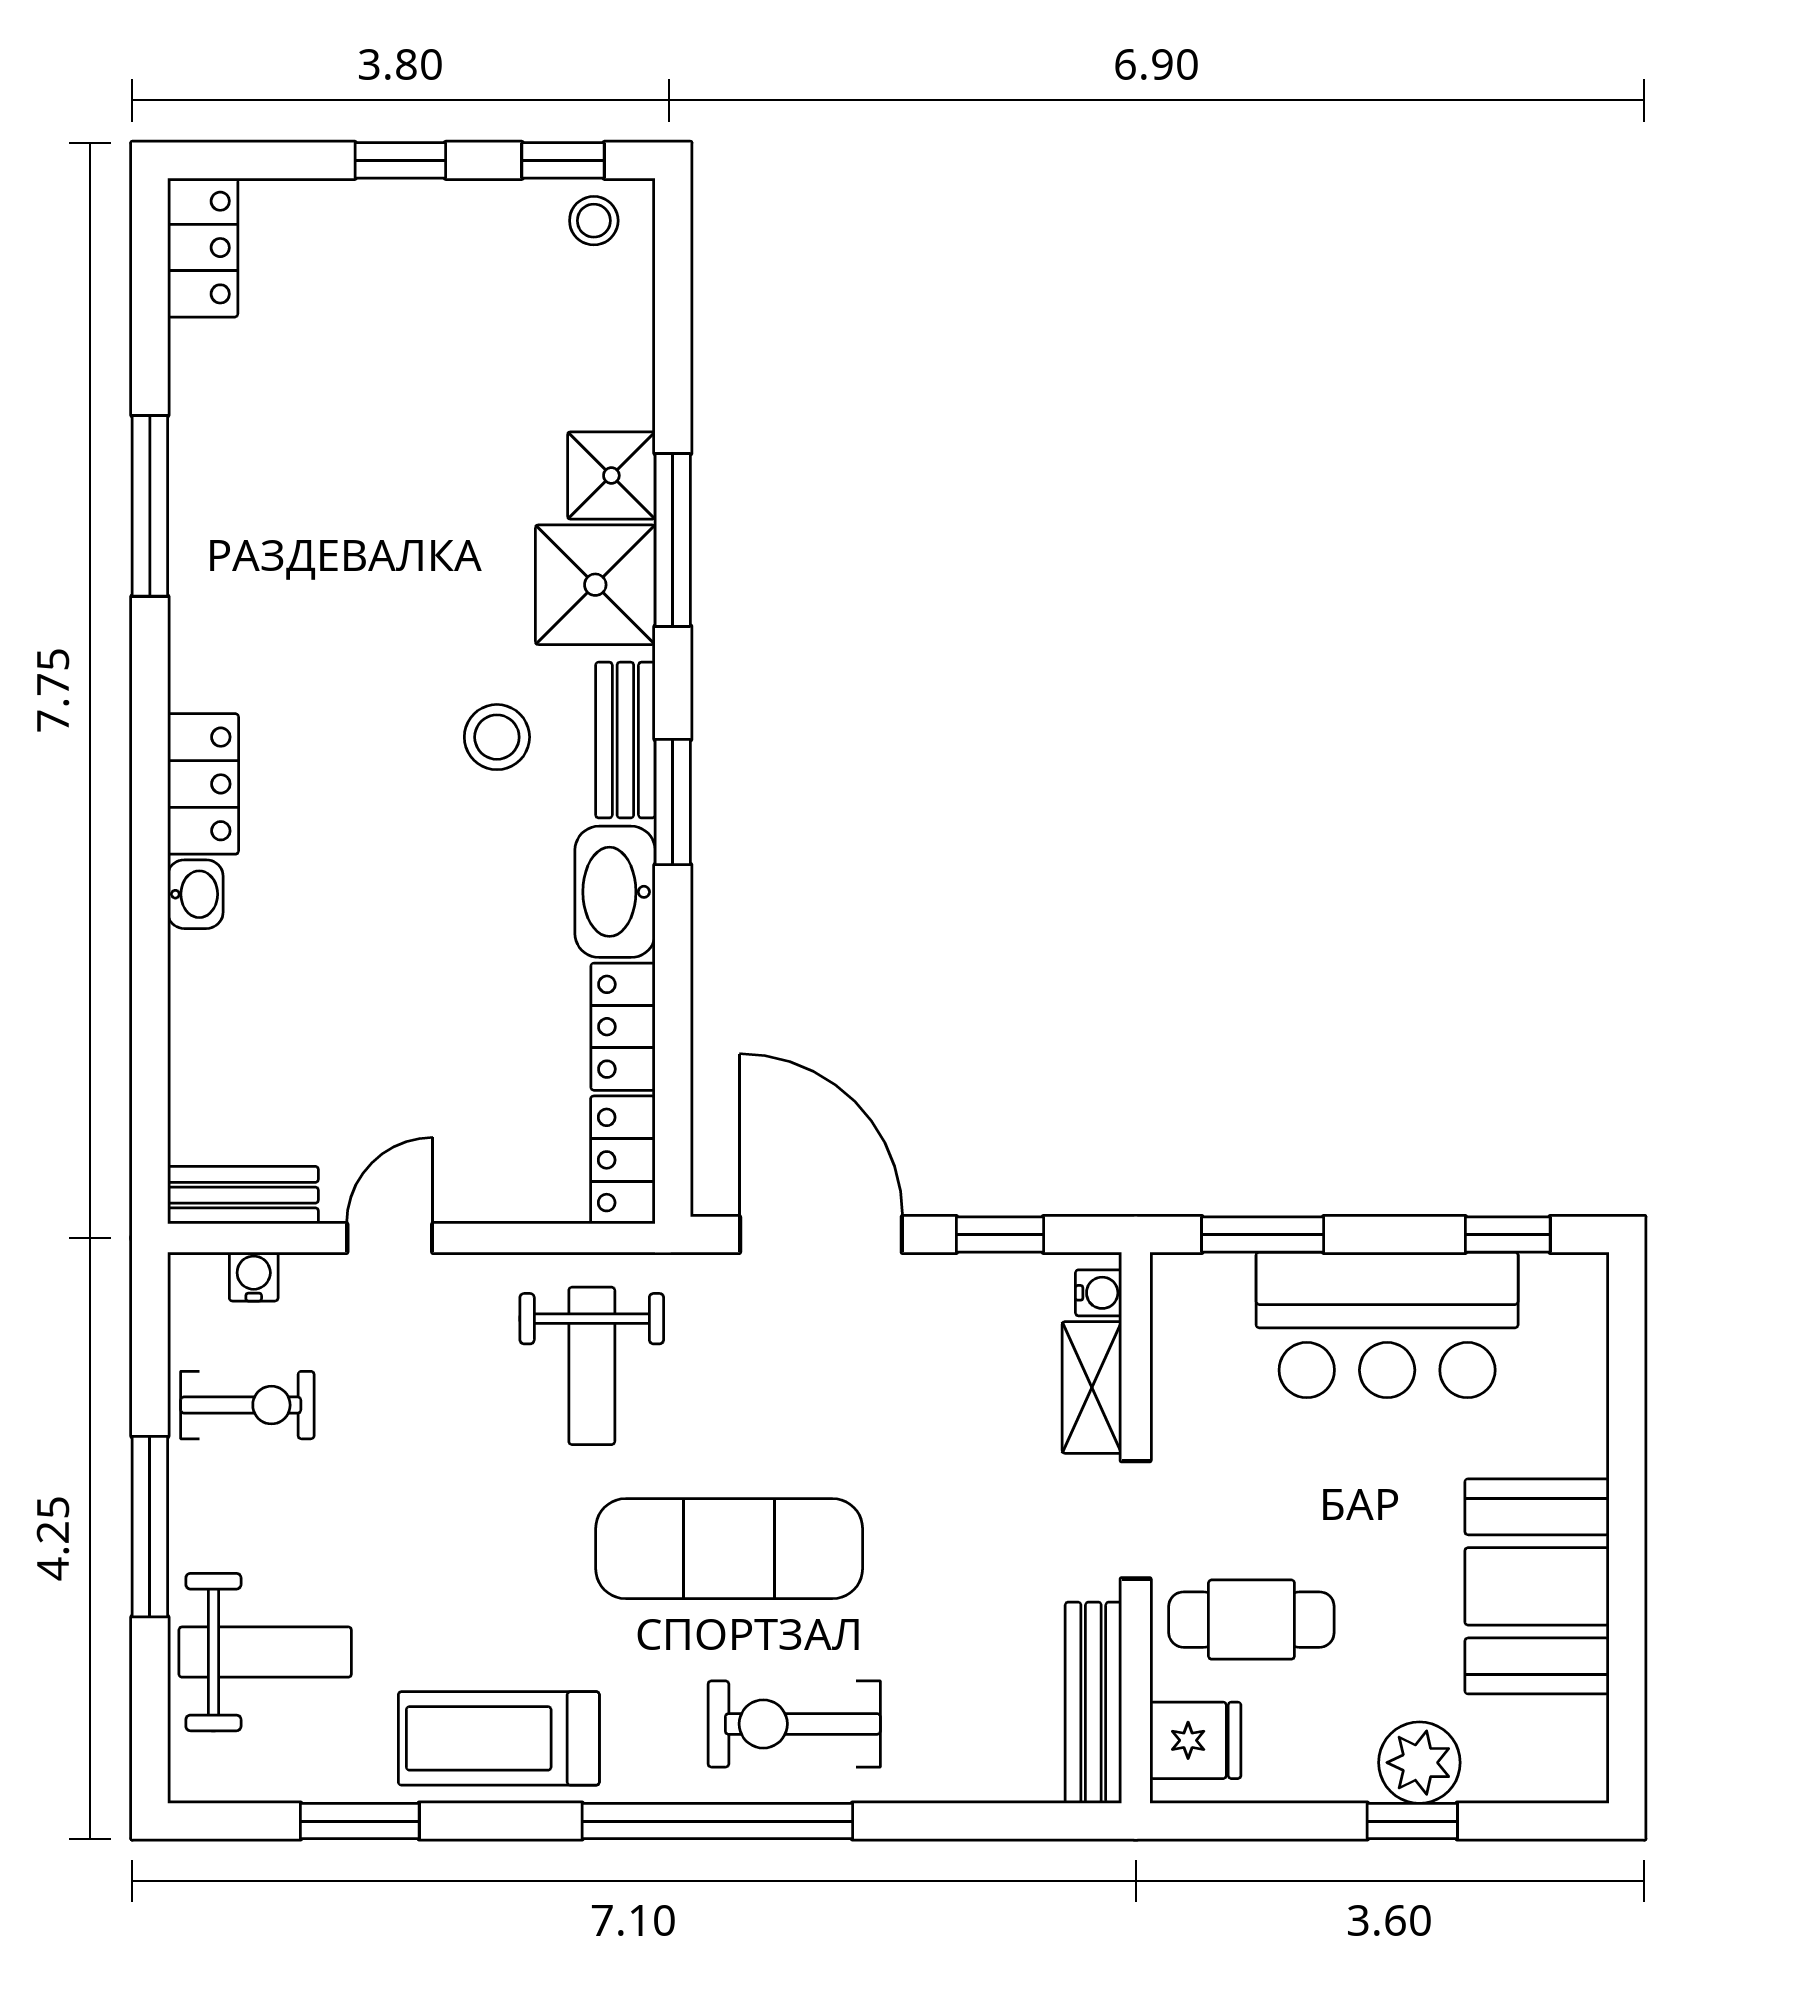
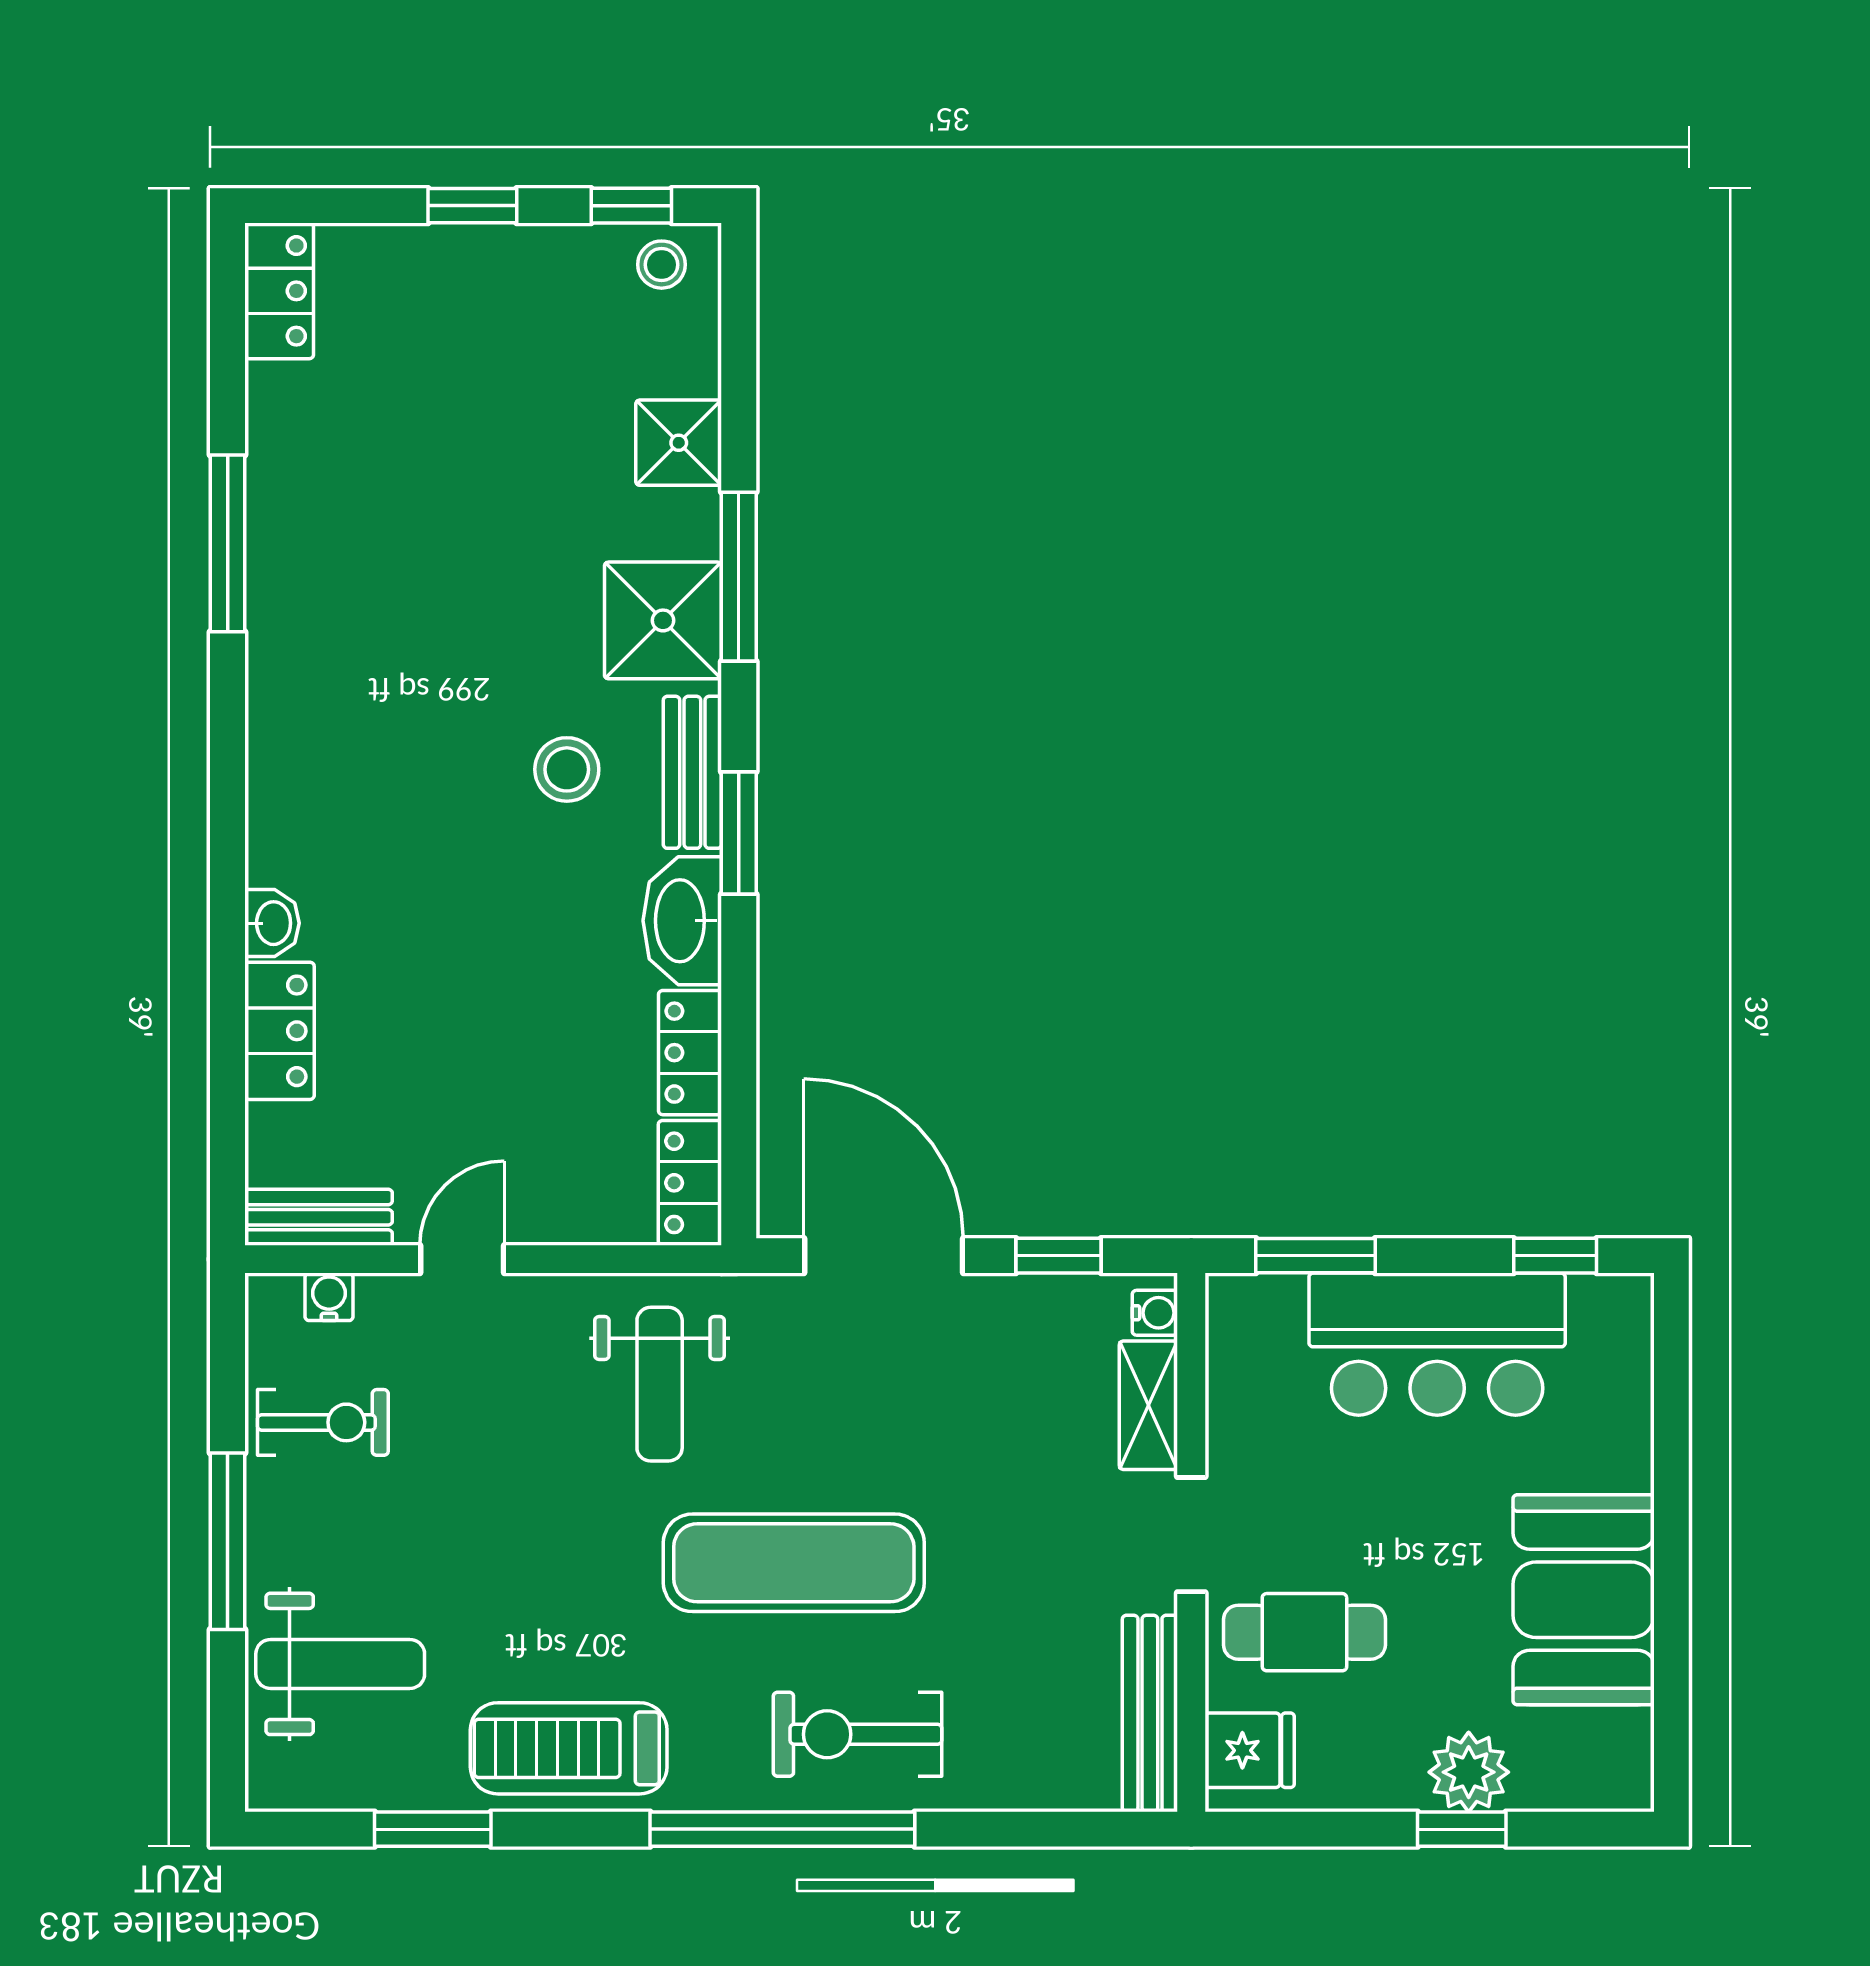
shower: (611, 475) -> (679, 443), moved
locker: (203, 784) -> (279, 1031), moved

